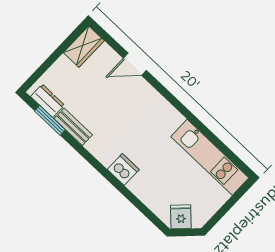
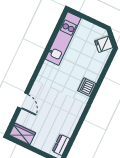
window: (50, 120) -> (72, 140), removed
bench: (73, 127) -> (71, 125), removed

